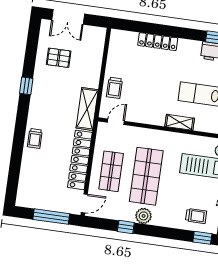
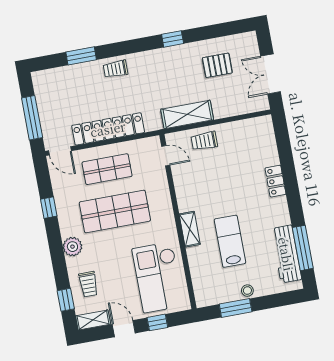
double door: (68, 17) -> (271, 74), moved
locker: (158, 42) -> (275, 181), width x0.66
pallet: (59, 58) -> (217, 65), turned 90
shelving: (87, 109) -> (187, 115), moved
window: (16, 162) -> (81, 56), added
plant: (144, 216) -> (72, 247), moved

